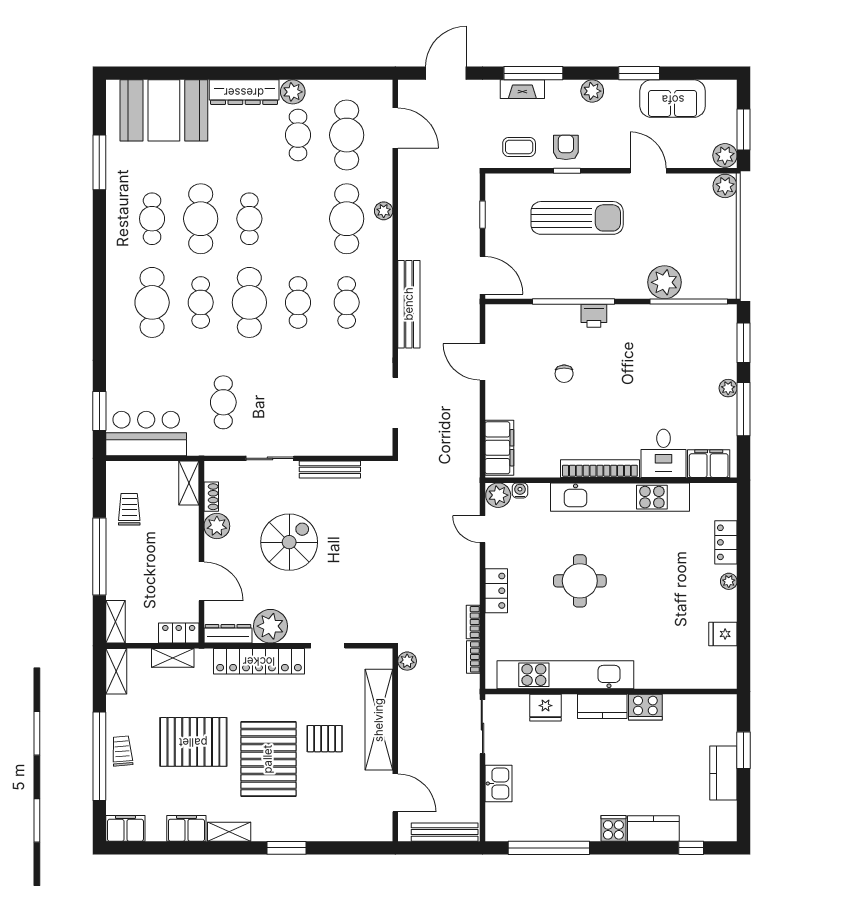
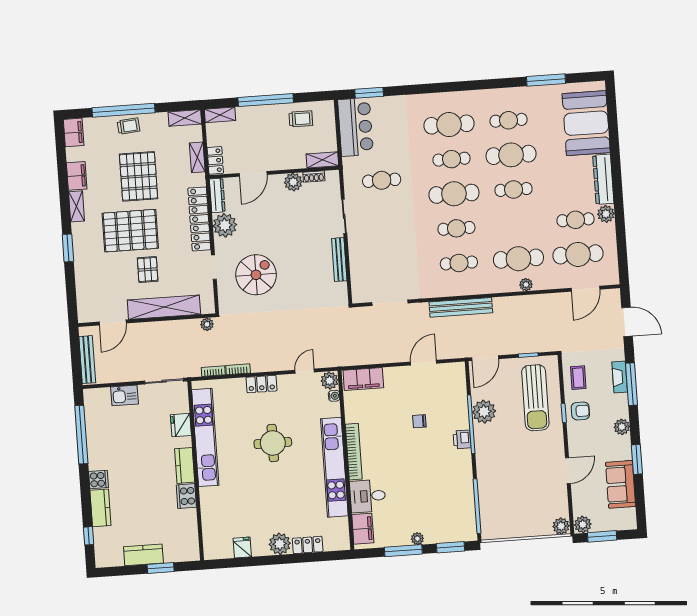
sun lounger: (577, 218) -> (535, 398), moved
plant: (664, 282) -> (484, 412), moved
spiral stairs: (289, 542) -> (256, 275), moved, turned -90
plant: (729, 581) -> (280, 544), width x1.87, depth x1.87

